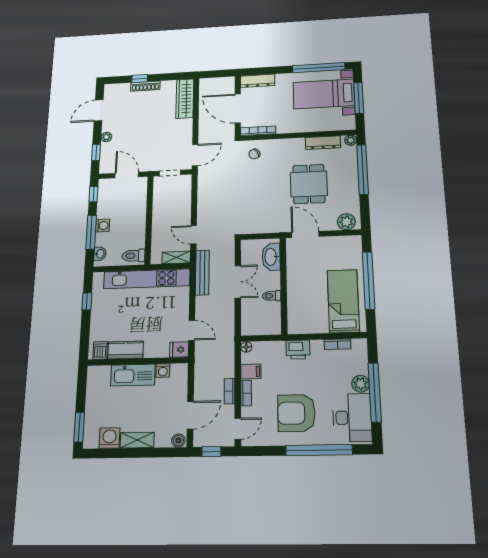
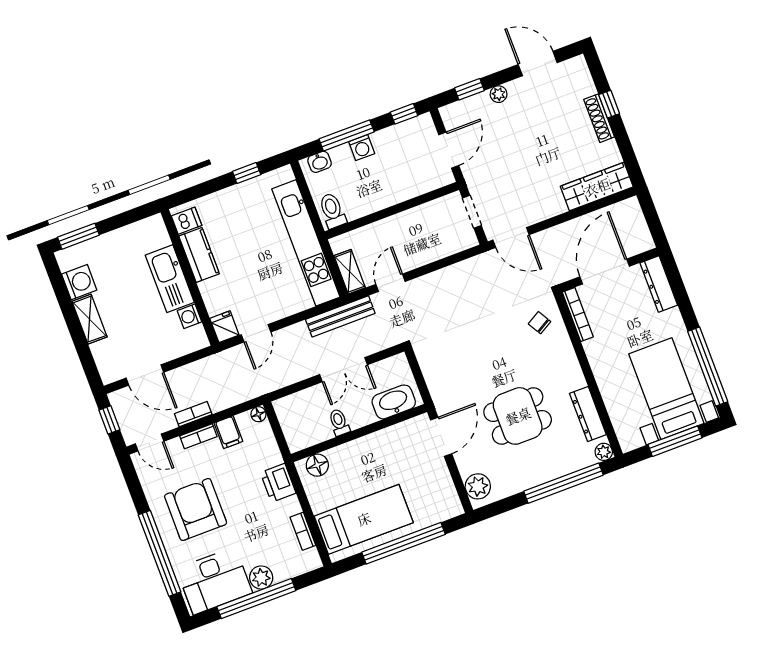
floor lamp: (295, 319) -> (317, 465), added
boiler: (178, 440) -> (108, 372), removed

